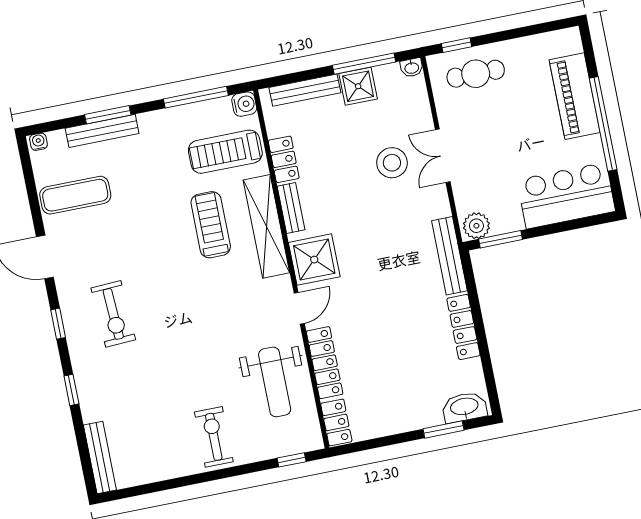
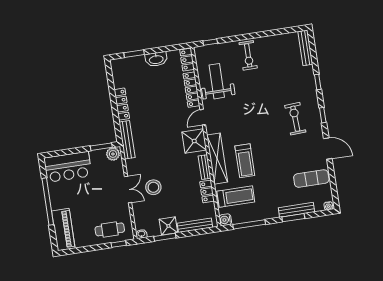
window: (364, 64) -> (165, 237), width x0.69
piano: (575, 96) -> (63, 230), moved
washbasin: (464, 407) -> (156, 59), moved

